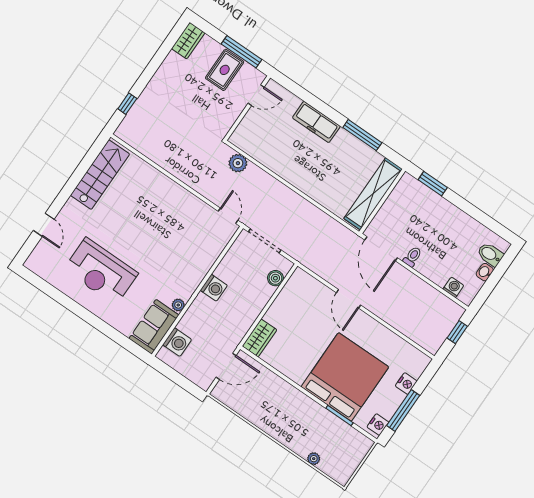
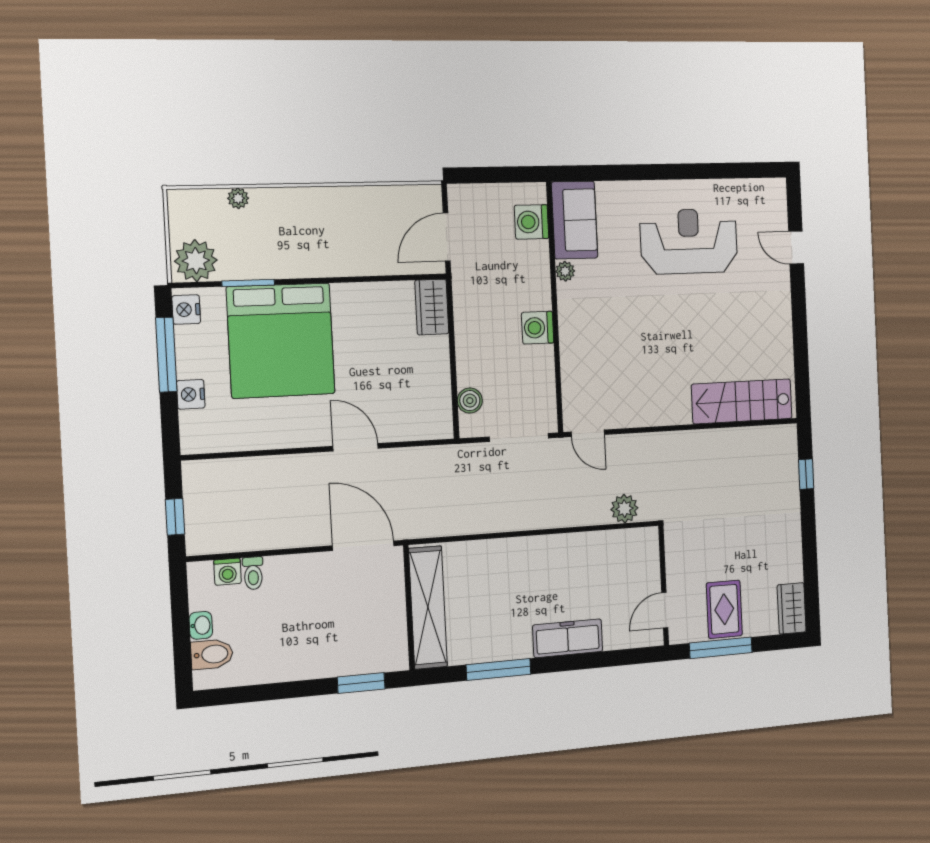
stairs: (100, 175) -> (742, 401), moved, turned 90
toilet: (412, 257) -> (253, 573), moved
plant: (356, 444) -> (196, 261), added

